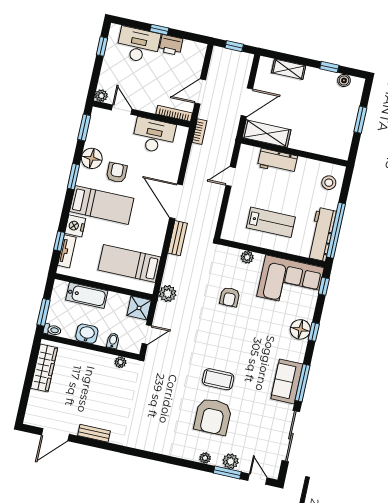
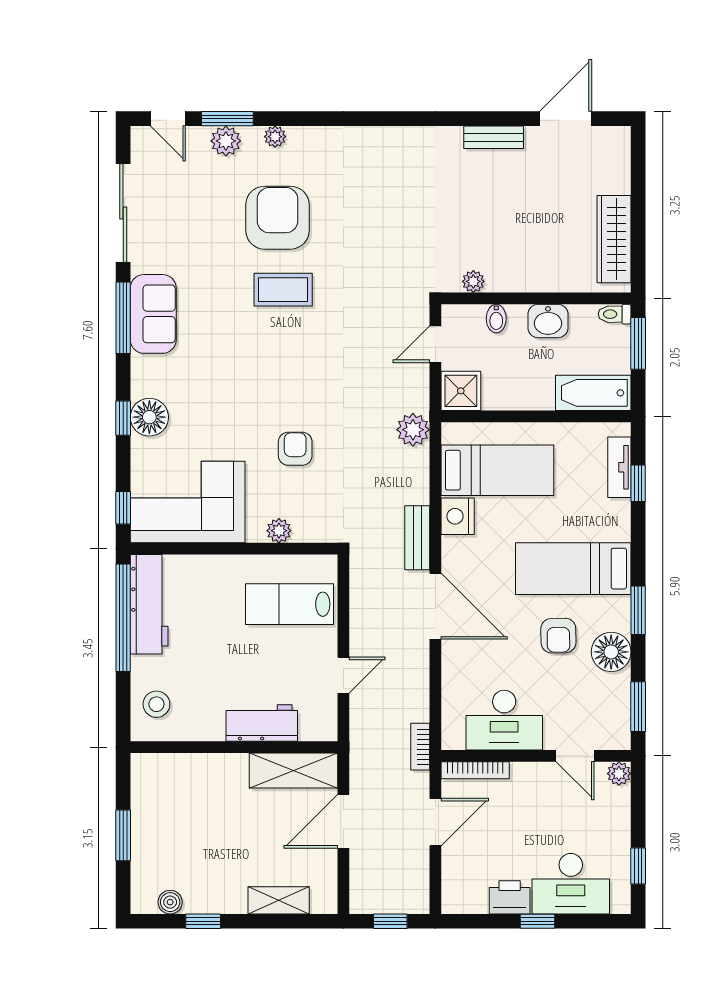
lab bench: (271, 222) -> (289, 604), moved
nightstand: (75, 226) -> (458, 516), moved, turned 180
bathtub: (87, 295) -> (593, 393), moved

